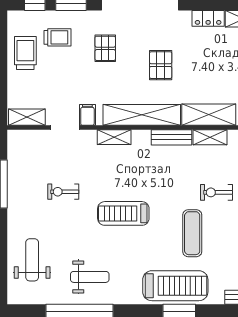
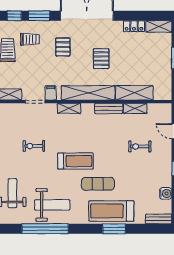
treadmill: (123, 213) -> (75, 161), turned 180
exercise mat: (192, 233) -> (98, 184), moved, turned 90
weight bench: (90, 277) -> (52, 205), width x1.36, depth x1.33
treadmill: (175, 286) -> (111, 211), turned 180

